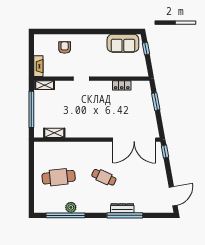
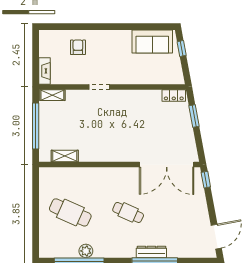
locker: (122, 85) -> (174, 95), moved
cafe table: (59, 177) -> (70, 212), turned 30

